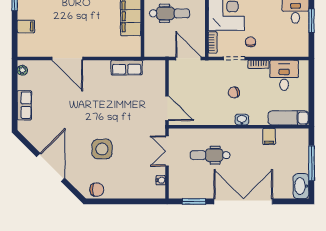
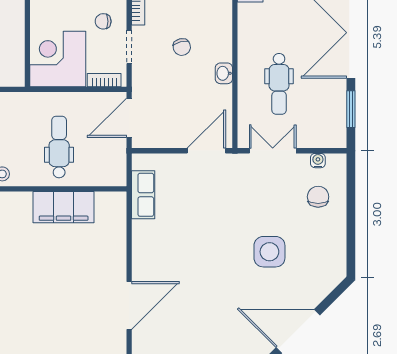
row of seats: (127, 68) -> (143, 195), moved
washbasin: (242, 120) -> (224, 73), moved
double door: (167, 151) -> (273, 151), swing flipped
chair: (97, 190) -> (318, 197), moved

